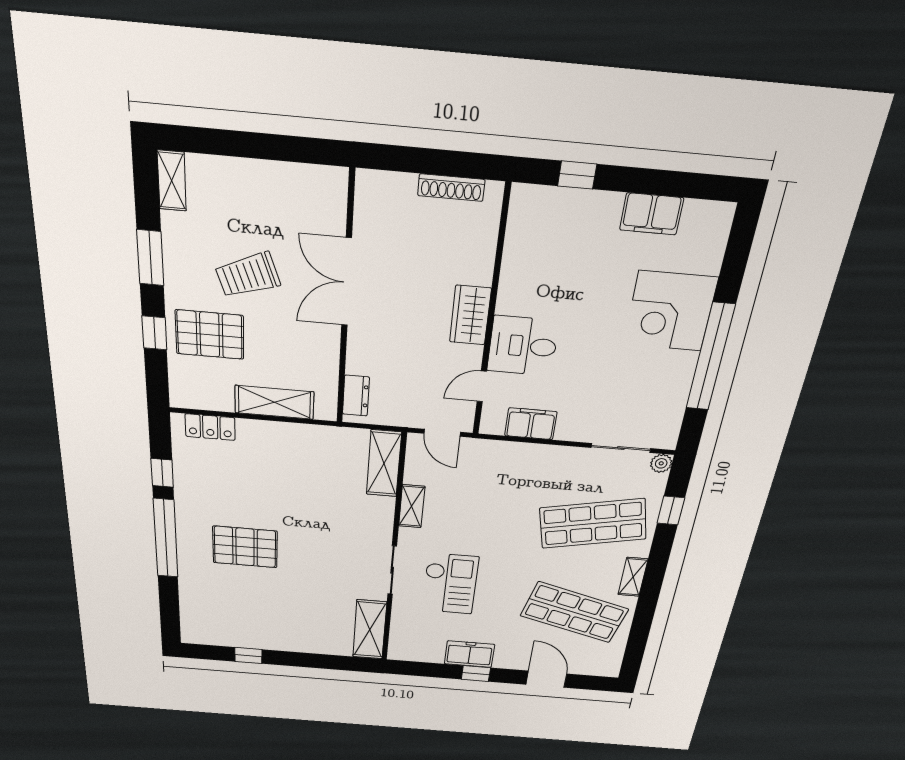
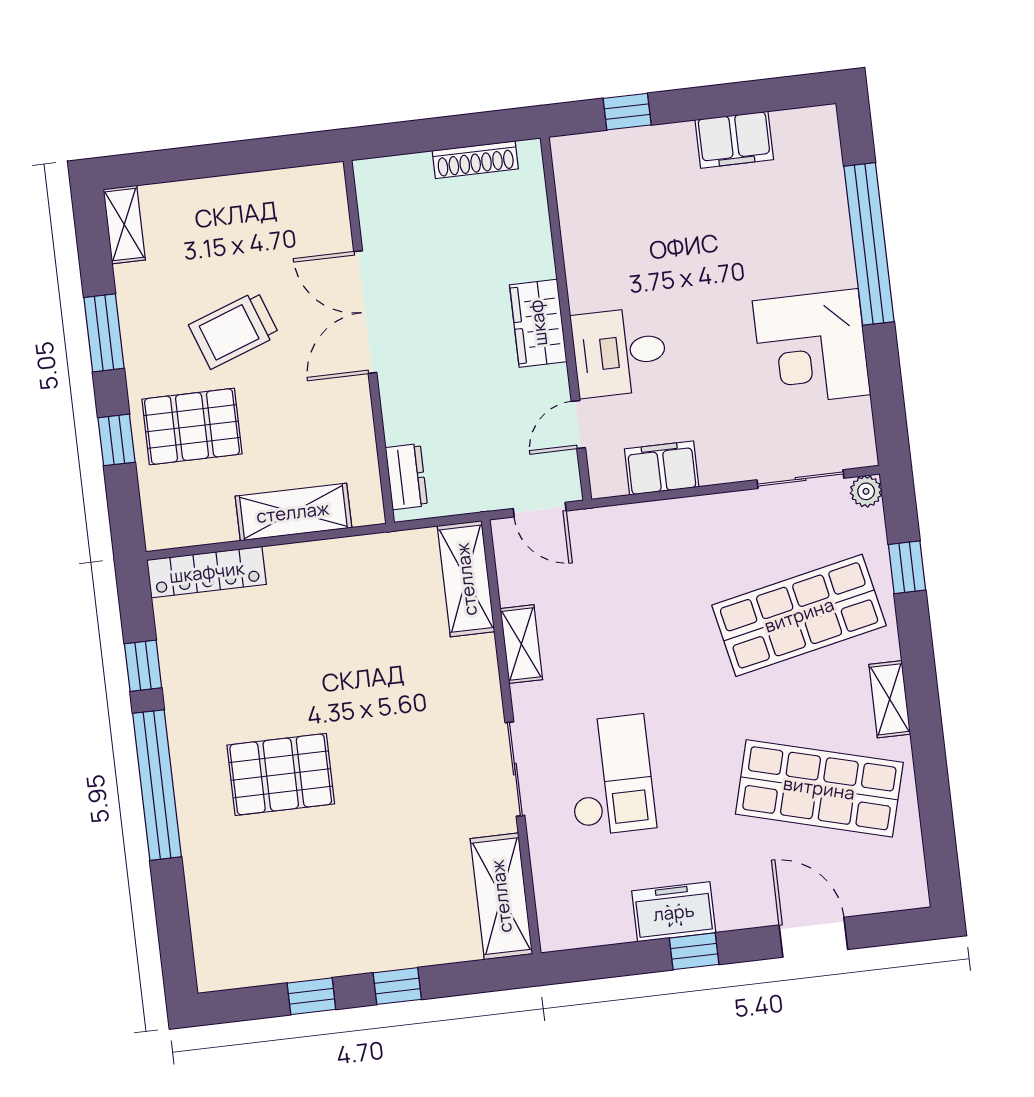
corner desk: (670, 311) -> (811, 348), moved
window: (710, 357) -> (869, 244), moved
locker: (210, 427) -> (207, 572), width x1.53
window: (300, 660) -> (397, 986), added

